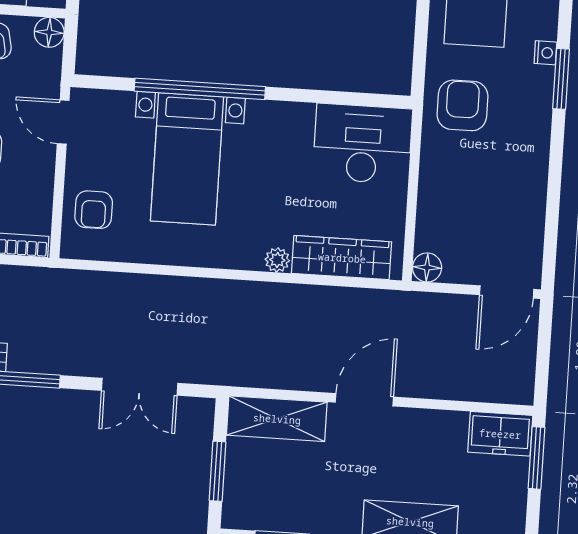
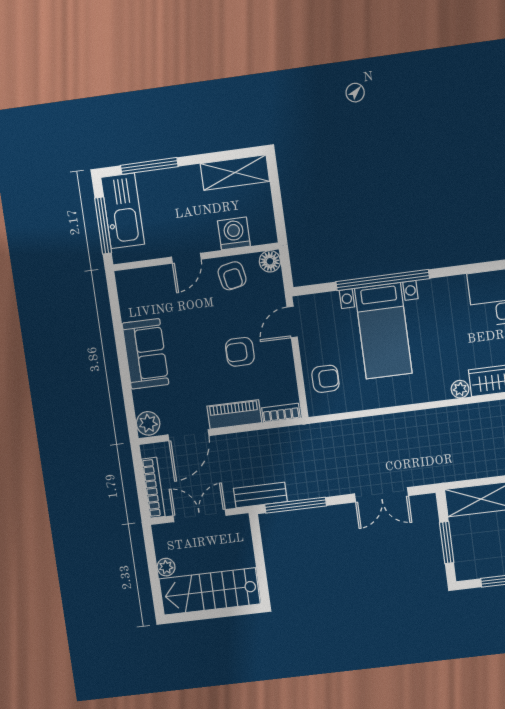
door: (63, 122) -> (292, 322), hinge flipped
armchair: (94, 210) -> (325, 379), turned -90

